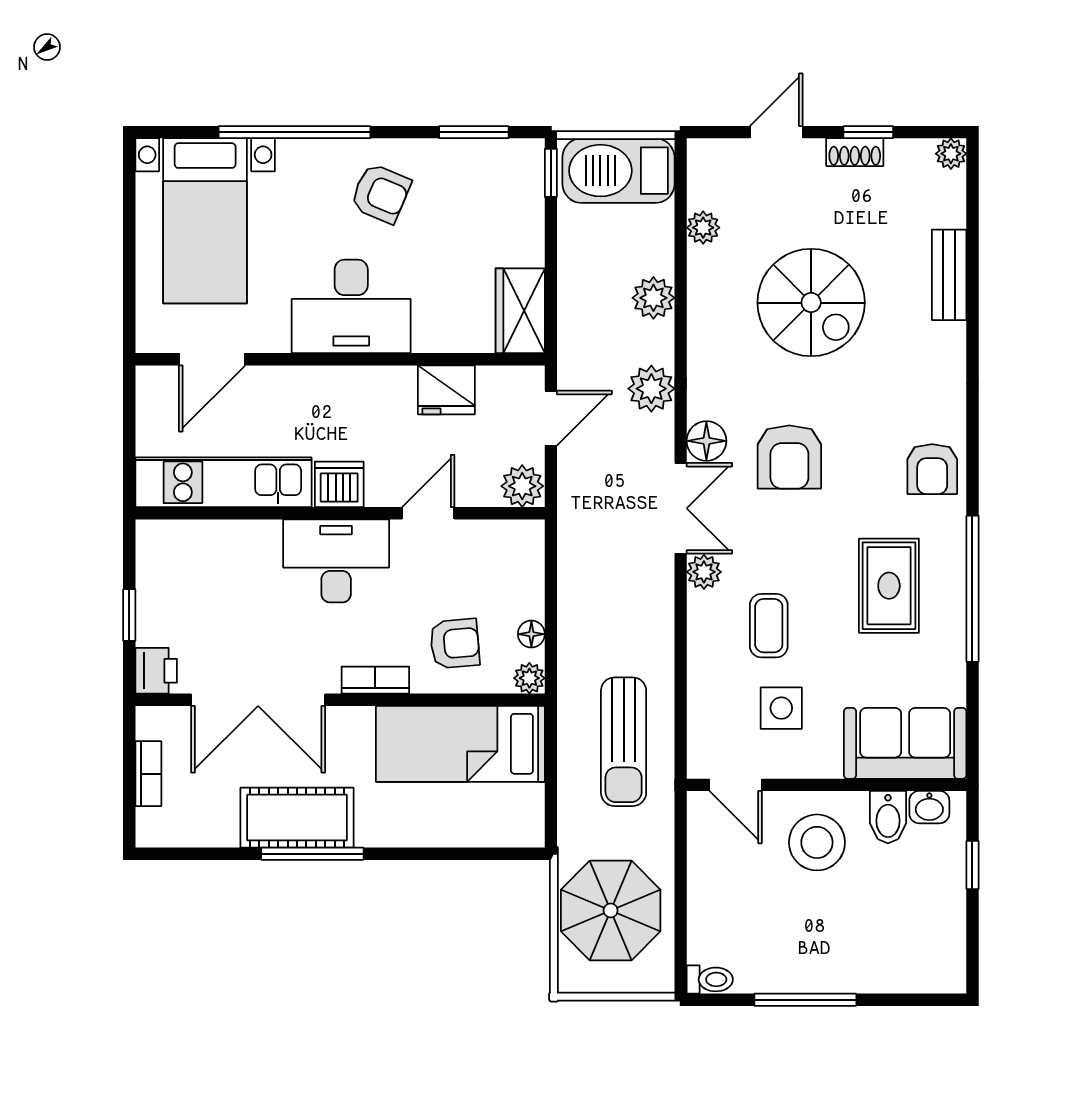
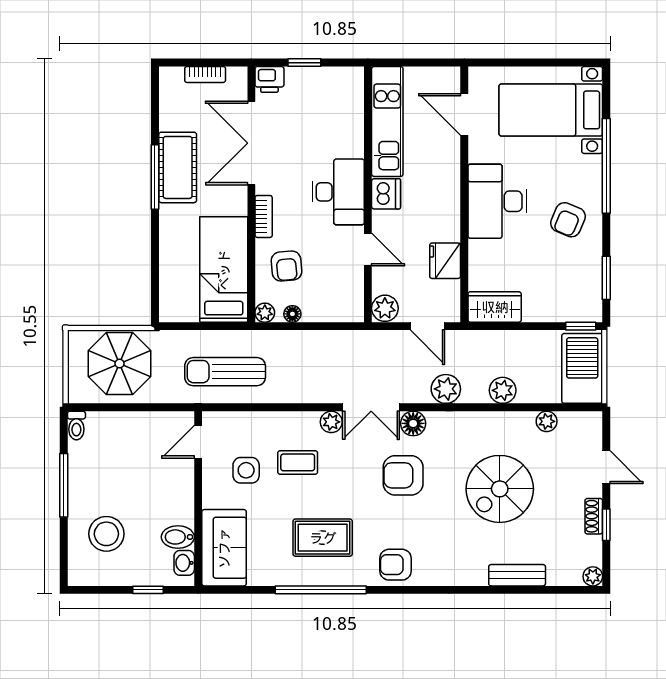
stool: (817, 842) -> (106, 534), moved

